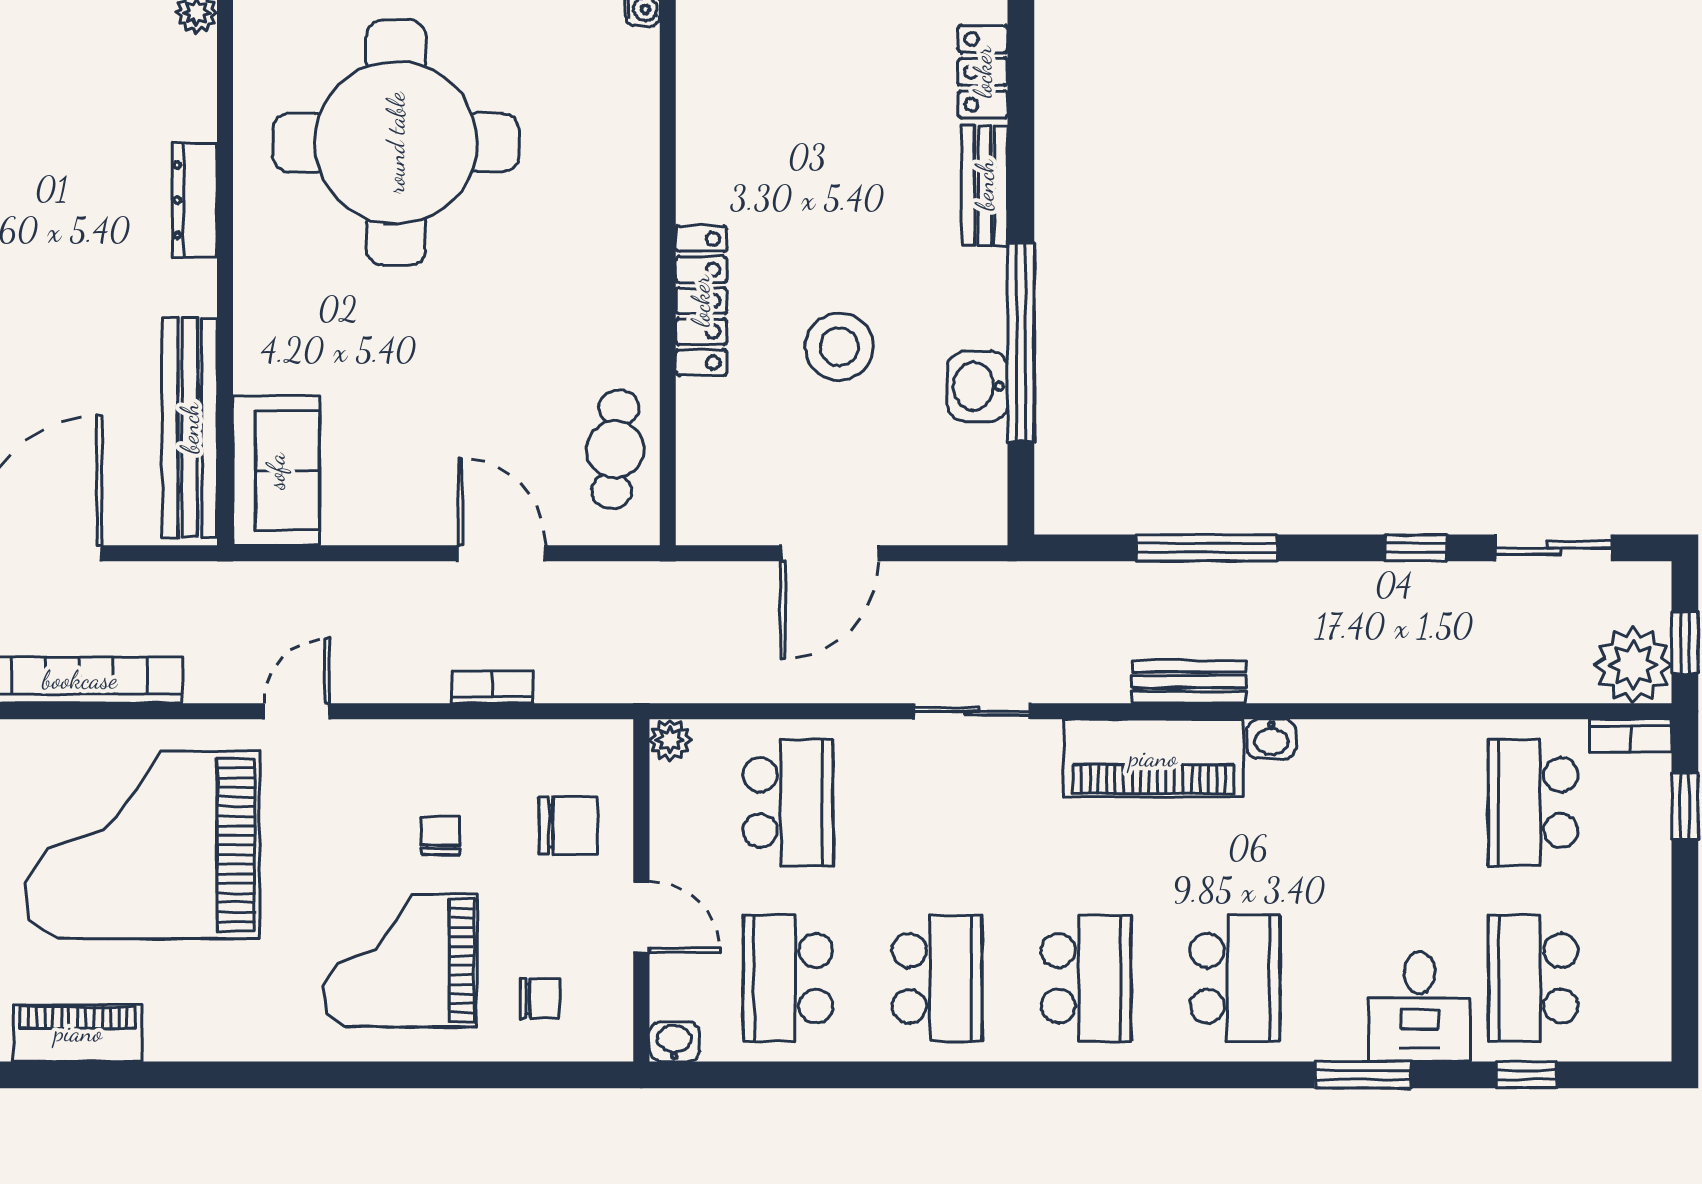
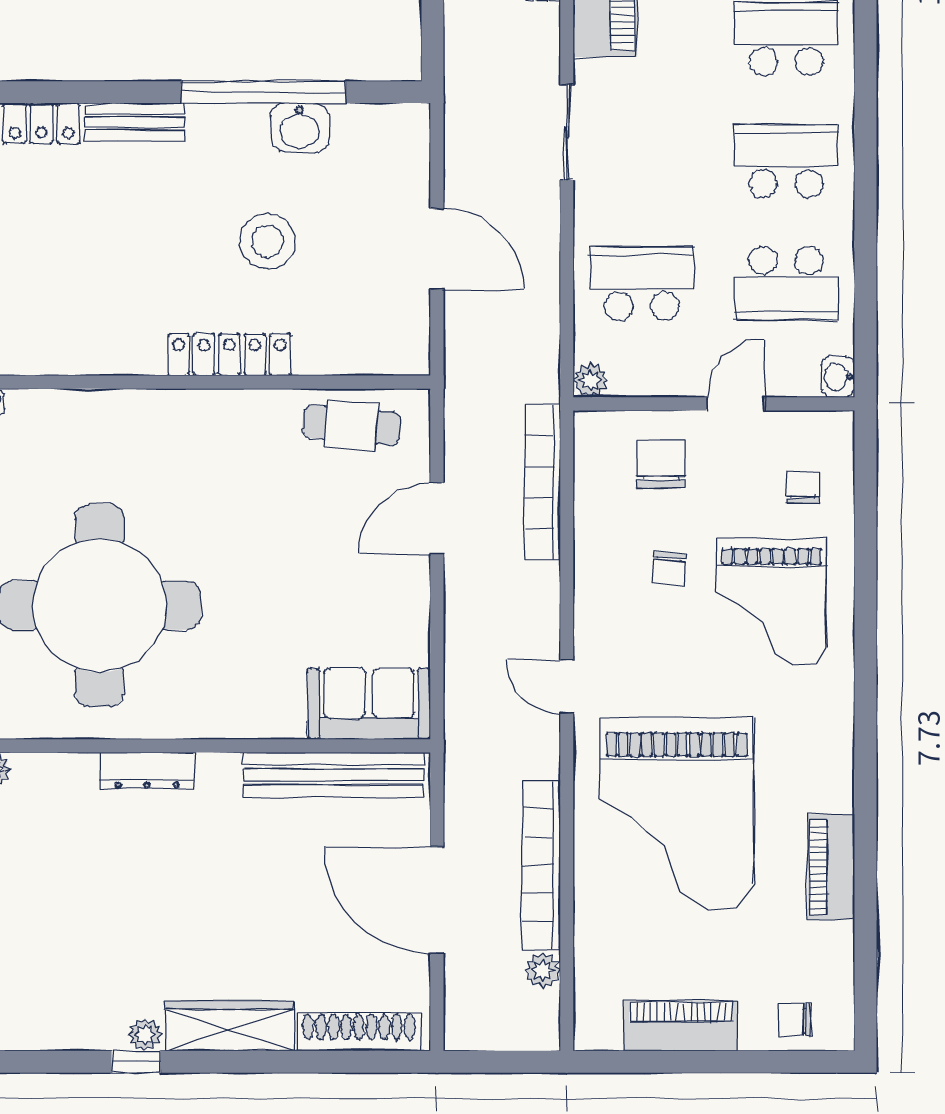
bookcase: (492, 687) -> (543, 482), width x2.31, depth x1.31
chair: (441, 836) -> (669, 569), turned -85

